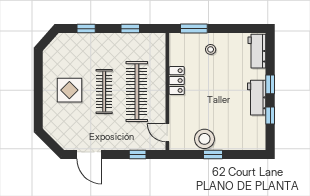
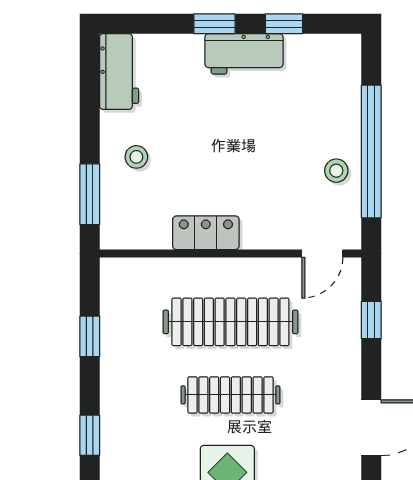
workbench: (257, 51) -> (119, 72), moved, turned -90
stool: (204, 139) -> (336, 171), width x0.53, depth x0.53
window: (213, 155) -> (371, 151), width x3.17

